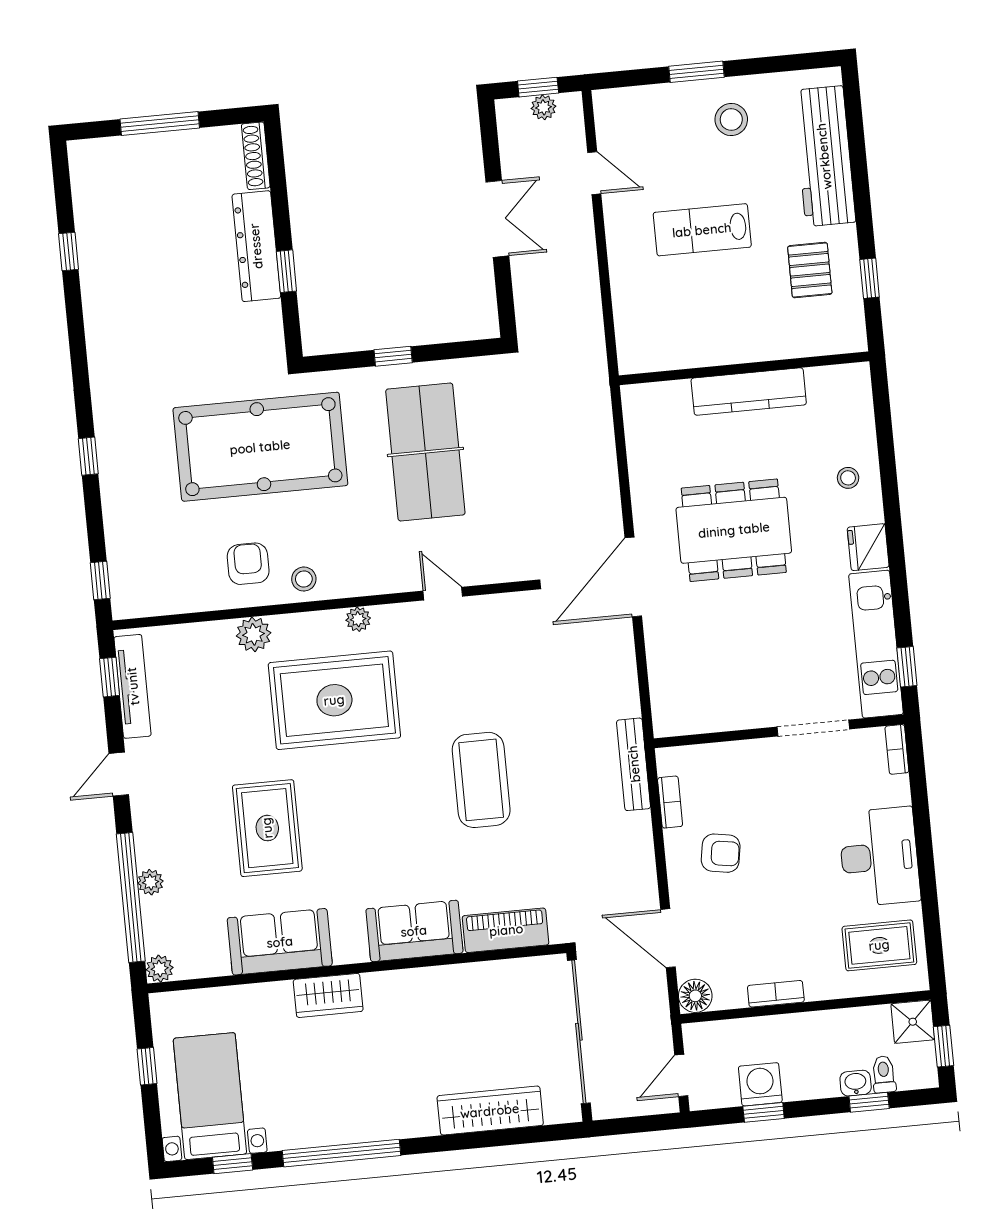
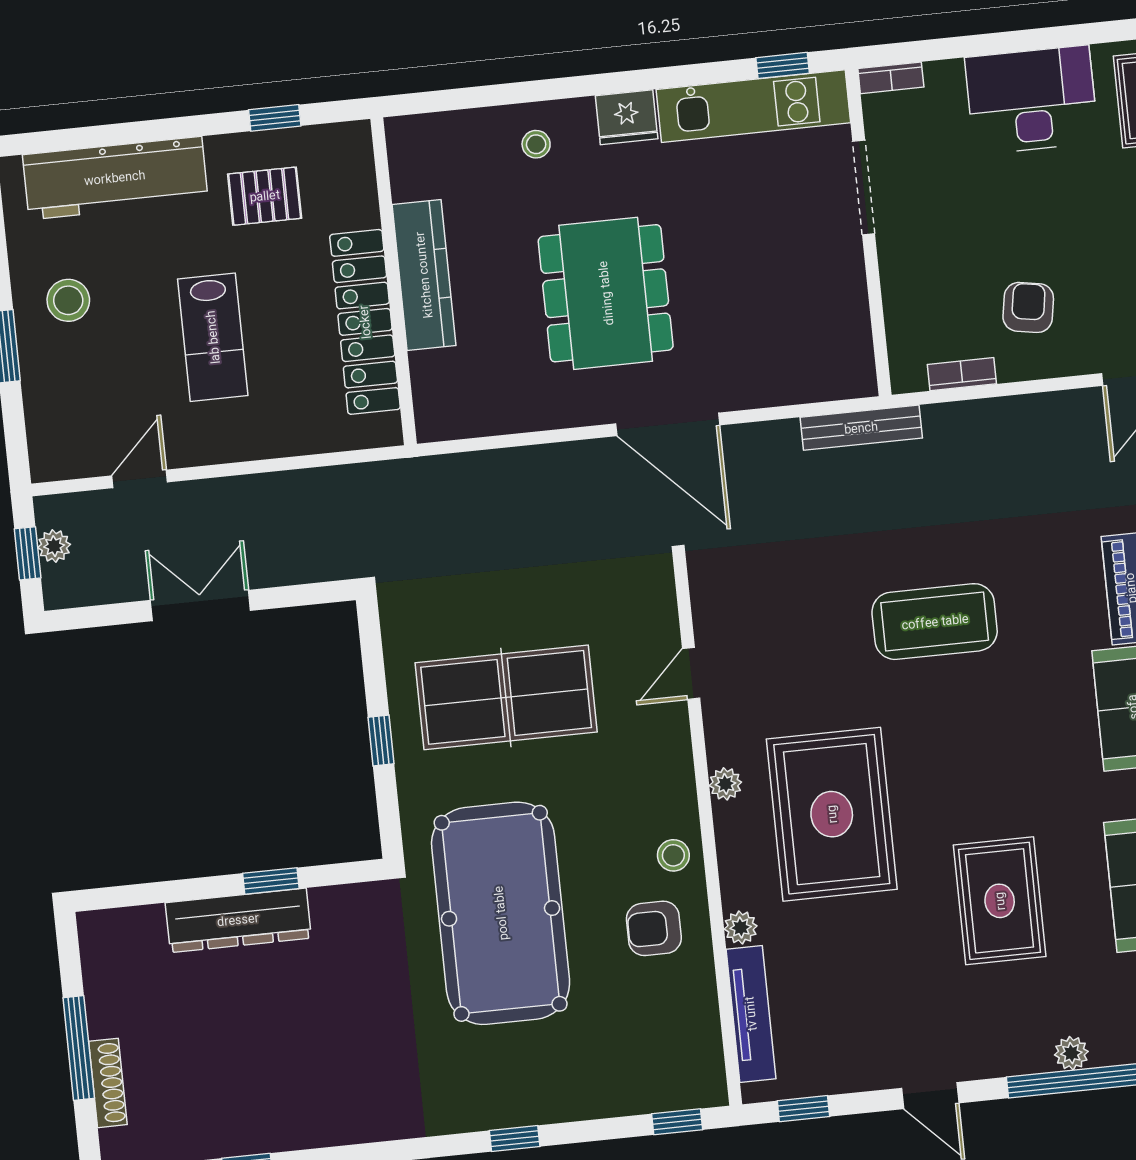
shoe rack: (256, 156) -> (108, 1083), moved, turned -90
locker: (713, 346) -> (365, 322), added
plant: (254, 634) -> (741, 927), width x0.73, depth x0.73
tv unit: (133, 686) -> (751, 1014), moved, turned 90
bench: (634, 764) -> (861, 428), moved
rug: (267, 828) -> (1000, 901), turned 90

